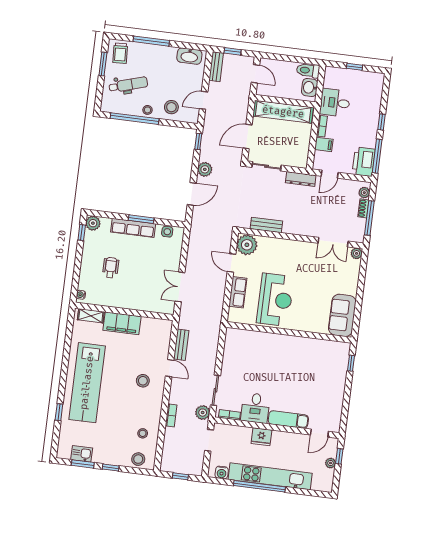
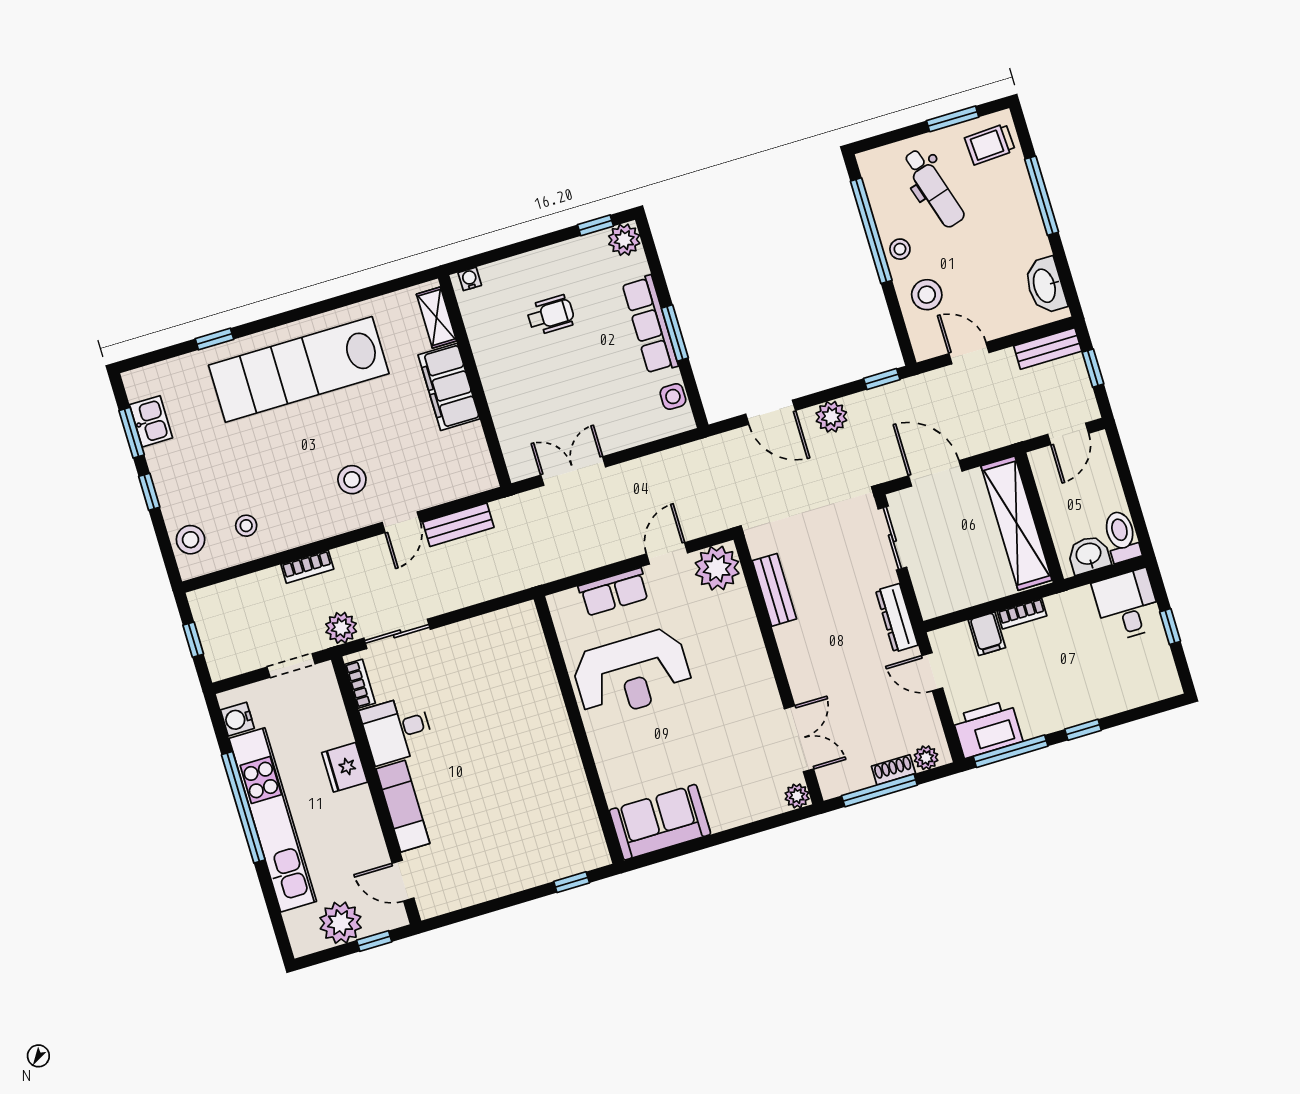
desk: (335, 103) -> (1127, 605), moved
double door: (333, 242) -> (799, 739), swing flipped
plant: (331, 463) -> (341, 923), width x1.87, depth x1.87

